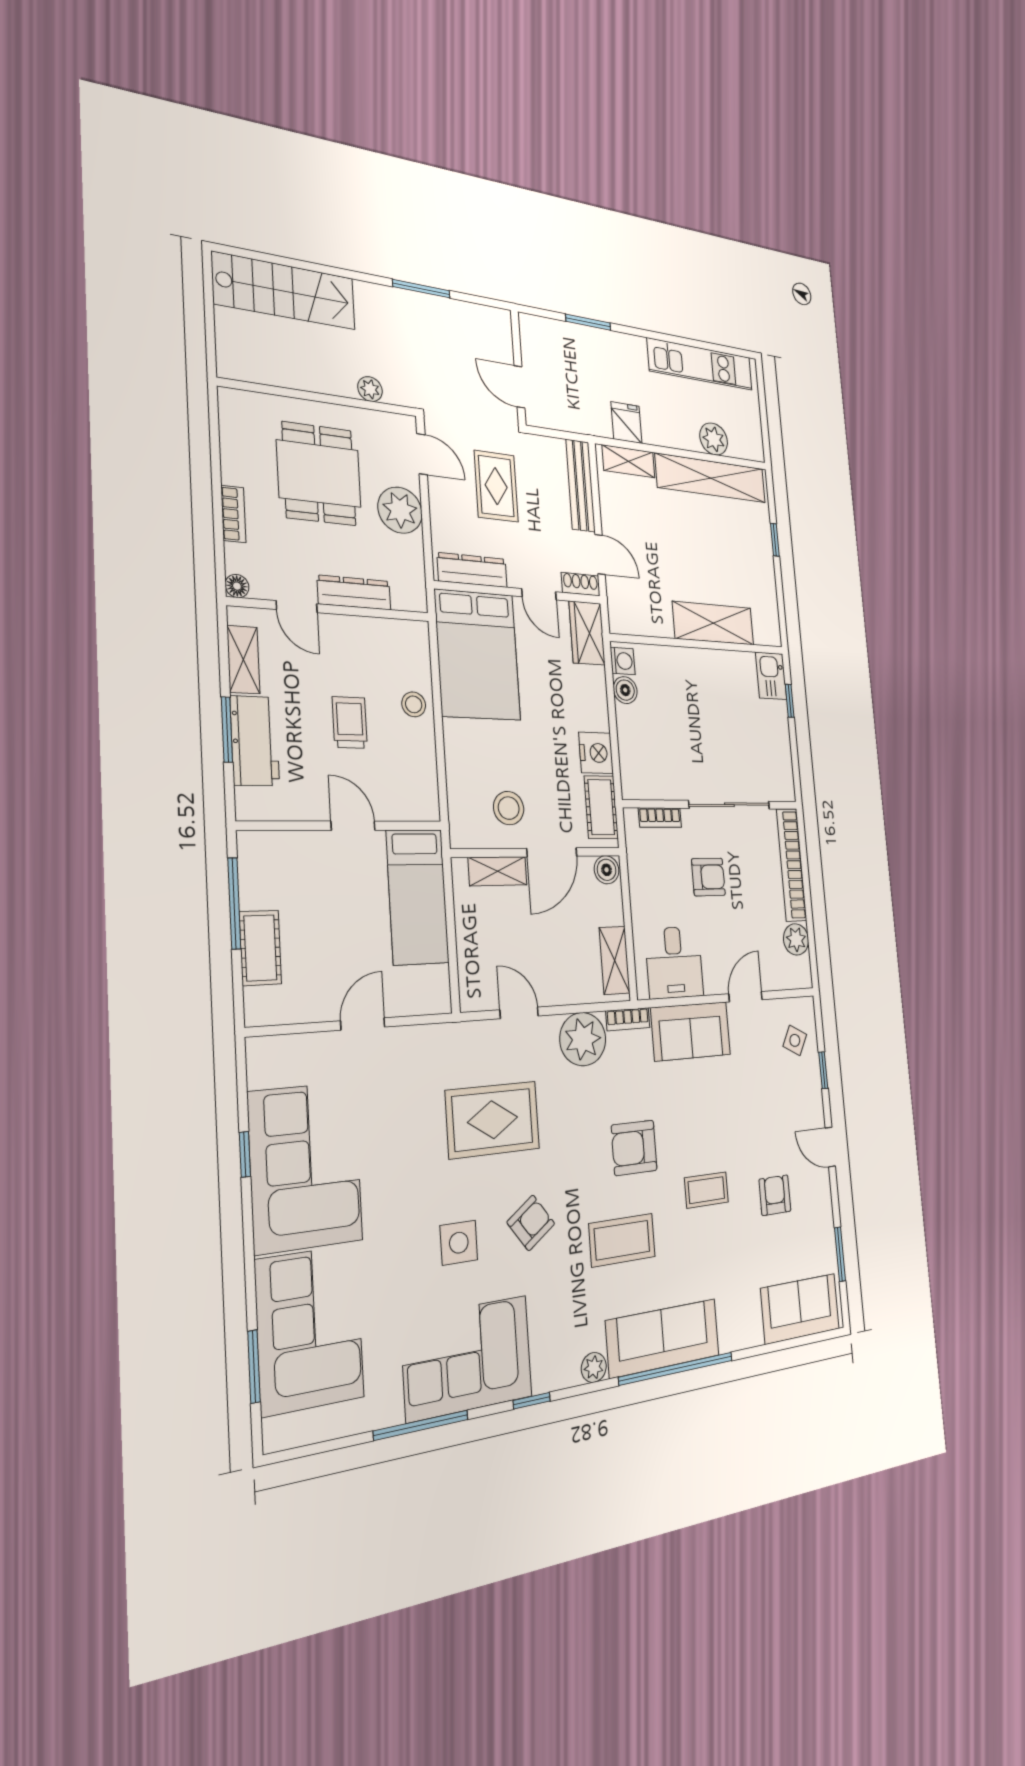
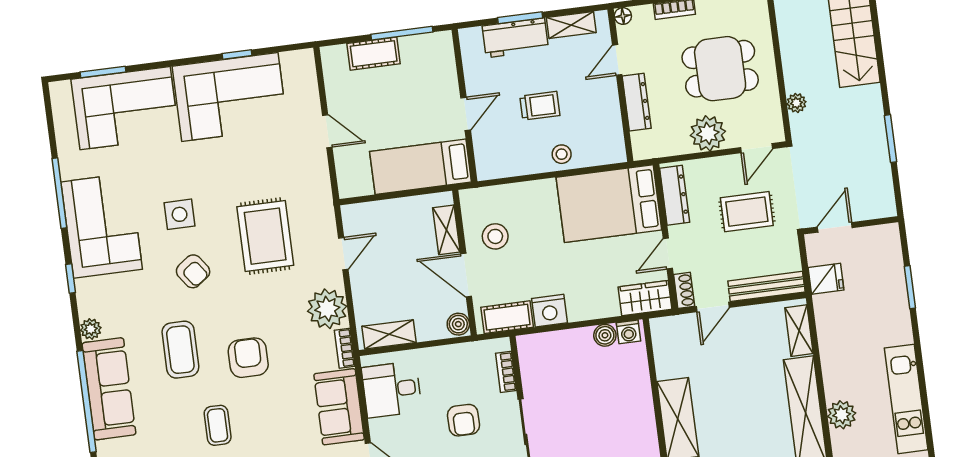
fridge: (626, 423) -> (826, 279), moved

